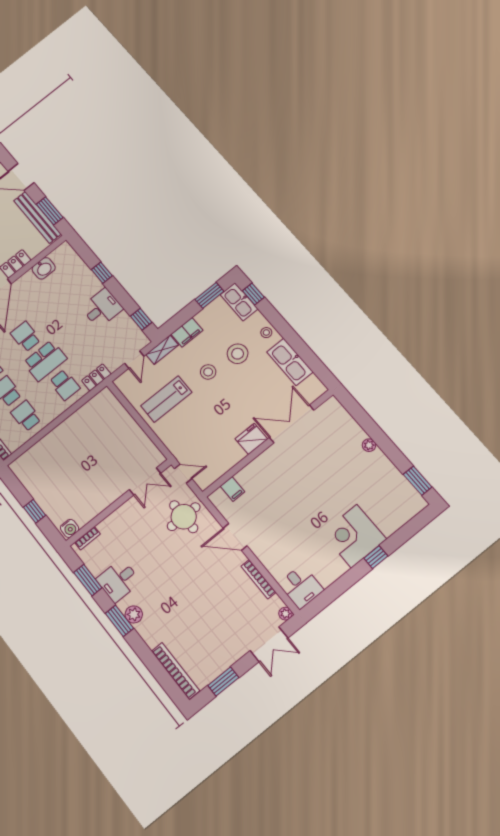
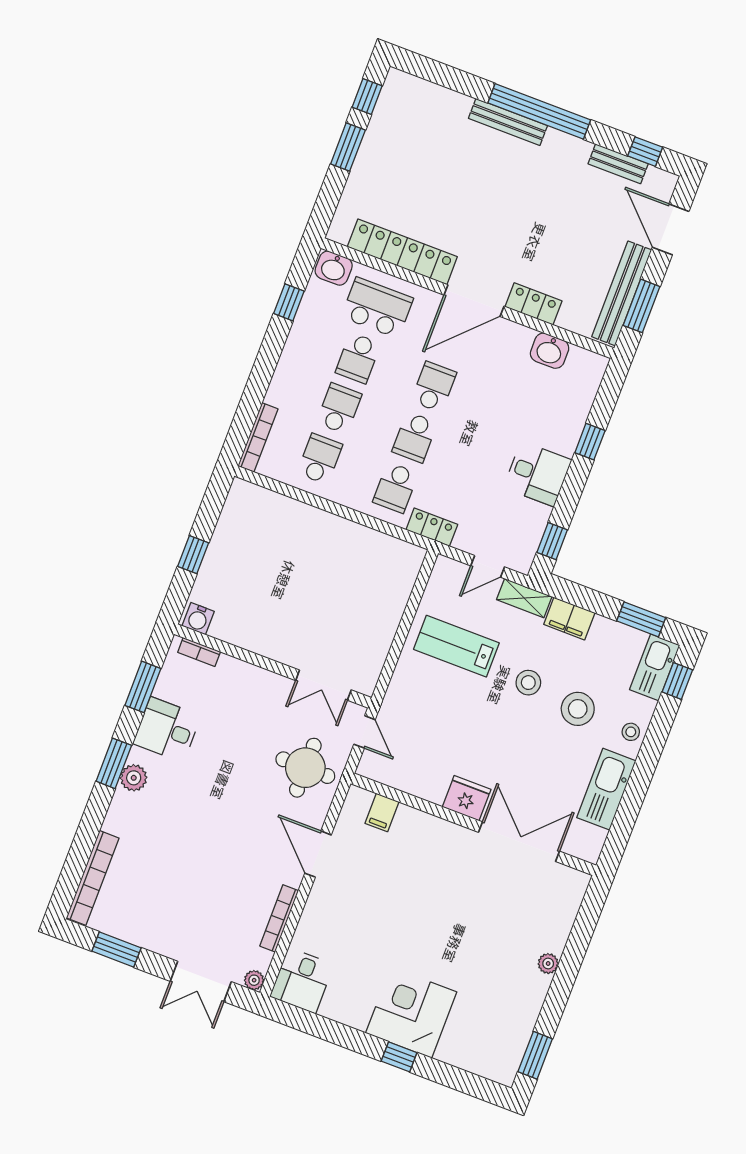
school desk: (45, 361) -> (415, 437), width x0.54

